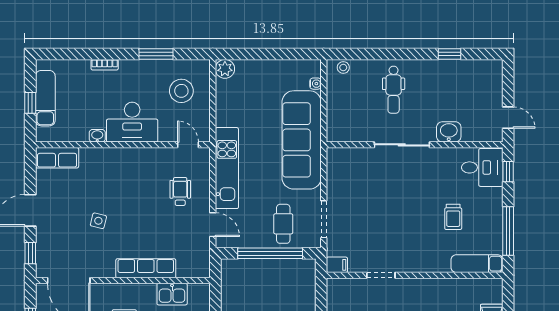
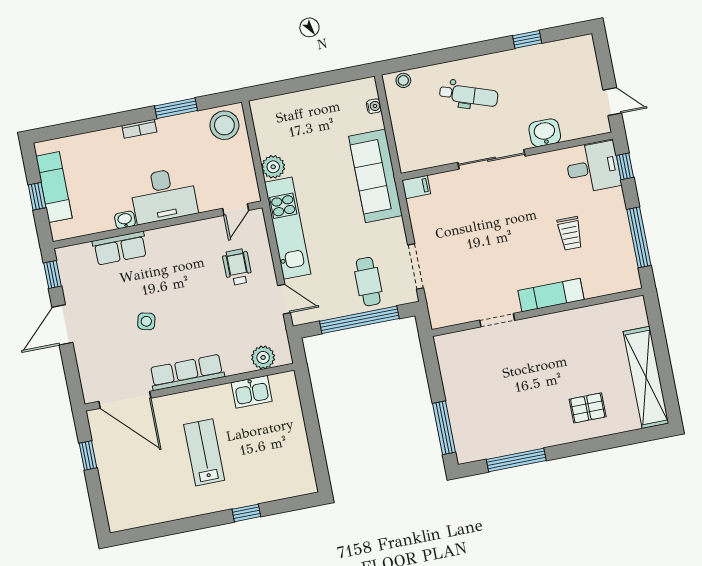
bookcase: (105, 65) -> (139, 129), moved
plant: (225, 69) -> (273, 167), moved
dental chair: (394, 90) -> (469, 95), turned -71
stool: (181, 91) -> (224, 125), moved
sofa: (302, 140) -> (375, 176), width x0.74, depth x0.79
door: (188, 145) -> (236, 209), swing flipped
row of seats: (57, 158) -> (120, 248), moved
window: (30, 253) -> (52, 275), moved
exam couch: (477, 264) -> (551, 295), moved
filing cabinet: (337, 265) -> (416, 187), moved
row of seats: (146, 268) -> (187, 372), moved
plant: (187, 268) -> (263, 357), added

